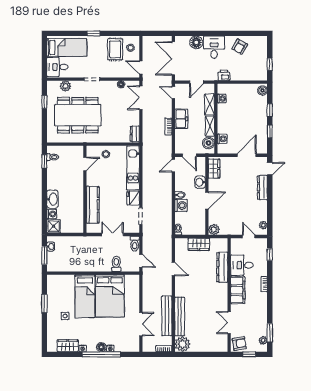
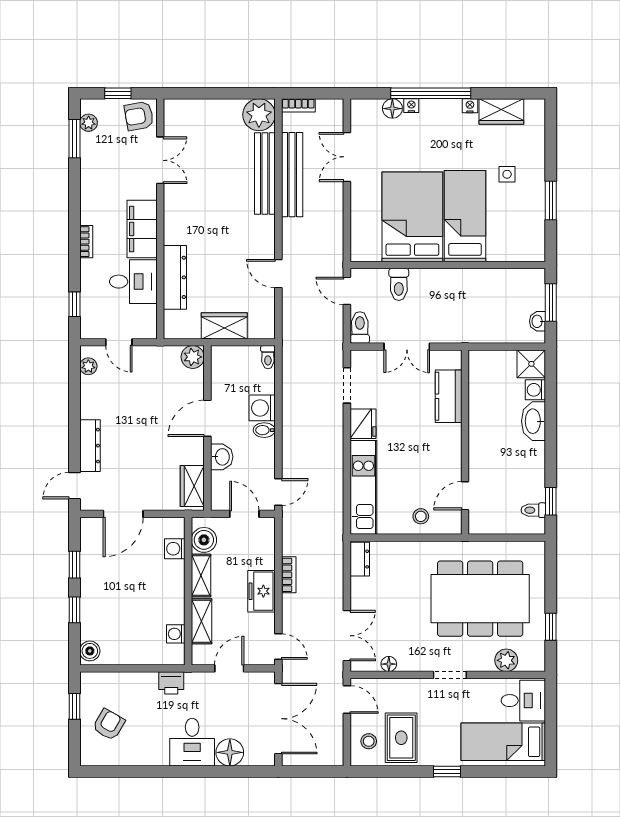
armchair: (240, 47) -> (109, 725), moved
kitchen counter: (93, 205) -> (449, 396), width x0.67
floor lamp: (101, 347) -> (392, 109), moved

